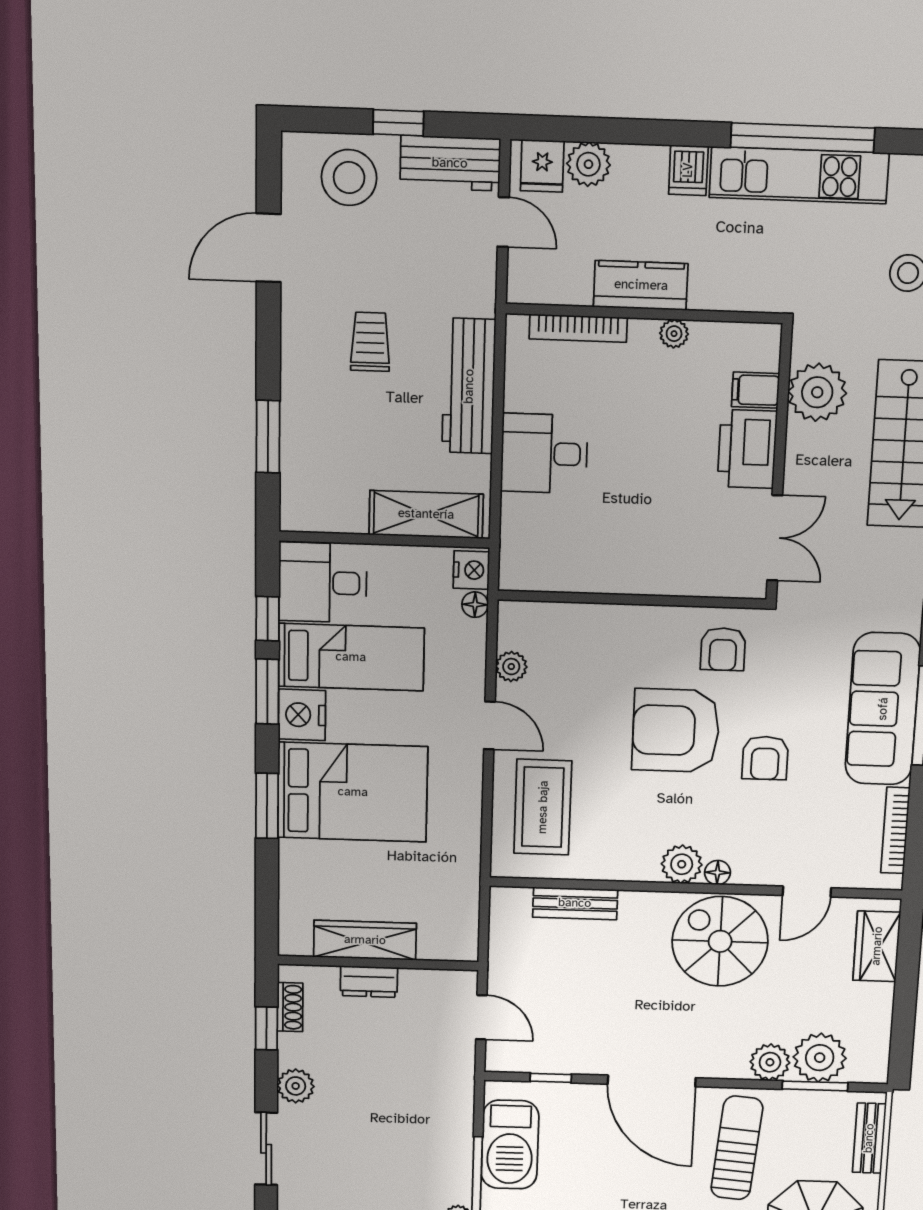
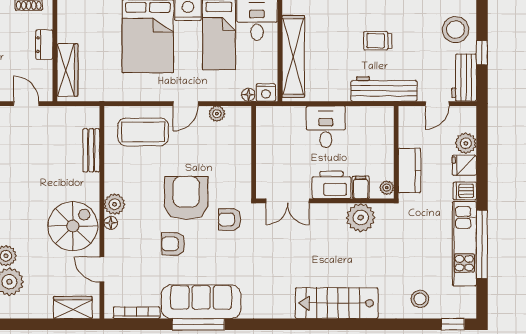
fridge: (542, 166) -> (464, 165), moved
bookcase: (578, 328) -> (388, 141), removed
trolley: (370, 342) -> (378, 41), turned 180
workbench: (469, 386) -> (384, 89), moved
filing cabinet: (756, 390) -> (361, 187), moved
plant: (817, 392) -> (361, 218), moved
printer: (747, 449) -> (332, 185), moved
wall: (779, 464) -> (325, 201), moved
shelving: (426, 514) -> (293, 56), width x1.47
double door: (775, 538) -> (287, 201), moved
wardrobe: (365, 940) -> (67, 70), moved
door: (481, 1017) -> (26, 104), swing flipped

